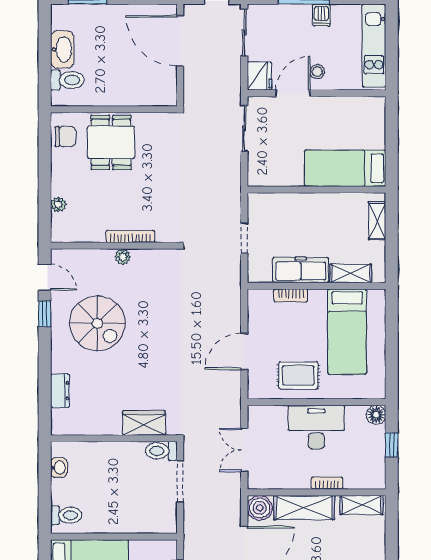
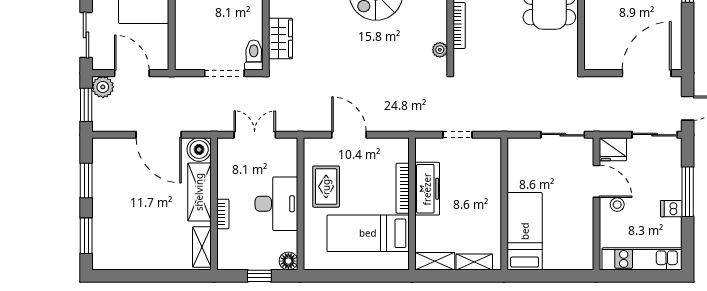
plant: (123, 257) -> (440, 50), moved
shelving: (351, 273) -> (435, 261), moved, turned 90
bookcase: (291, 296) -> (403, 188), width x1.56

